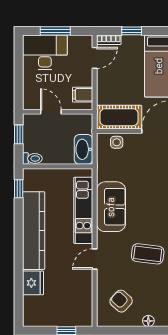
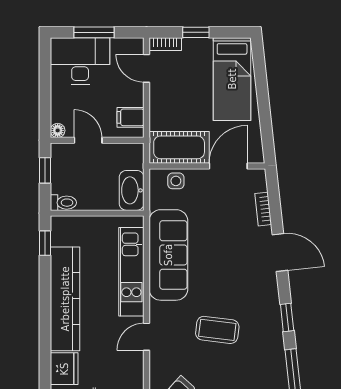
door: (95, 58) -> (146, 68), swing flipped
floor lamp: (28, 104) -> (58, 130), added
sofa: (111, 207) -> (168, 255), width x1.36

